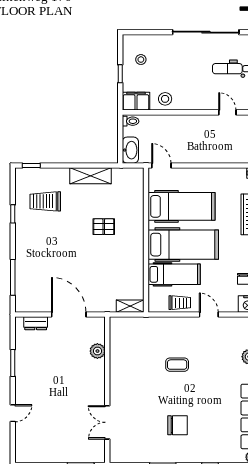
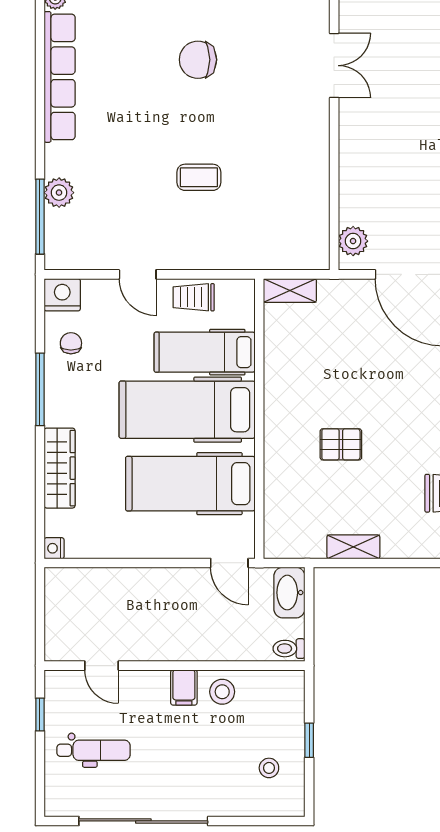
filing cabinet: (136, 101) -> (184, 687), moved, width x0.50
shelving: (90, 176) -> (353, 547), width x0.67, depth x0.75
plant: (97, 351) -> (353, 241), moved

